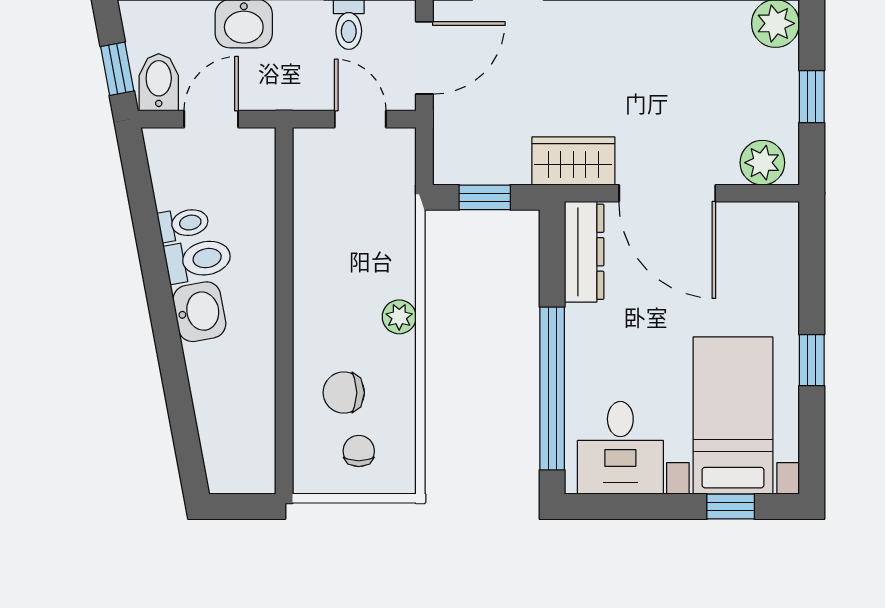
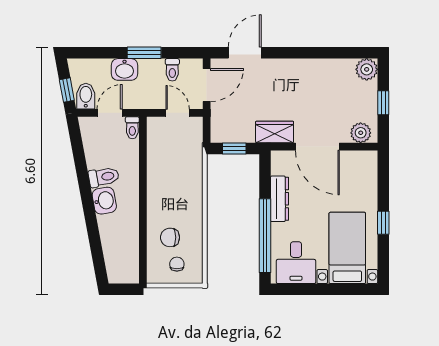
toilet: (184, 224) -> (132, 128), moved, turned 101
dresser: (584, 252) -> (280, 199), moved
plant: (399, 317) -> (195, 203), removed
window: (731, 506) -> (346, 289), removed

